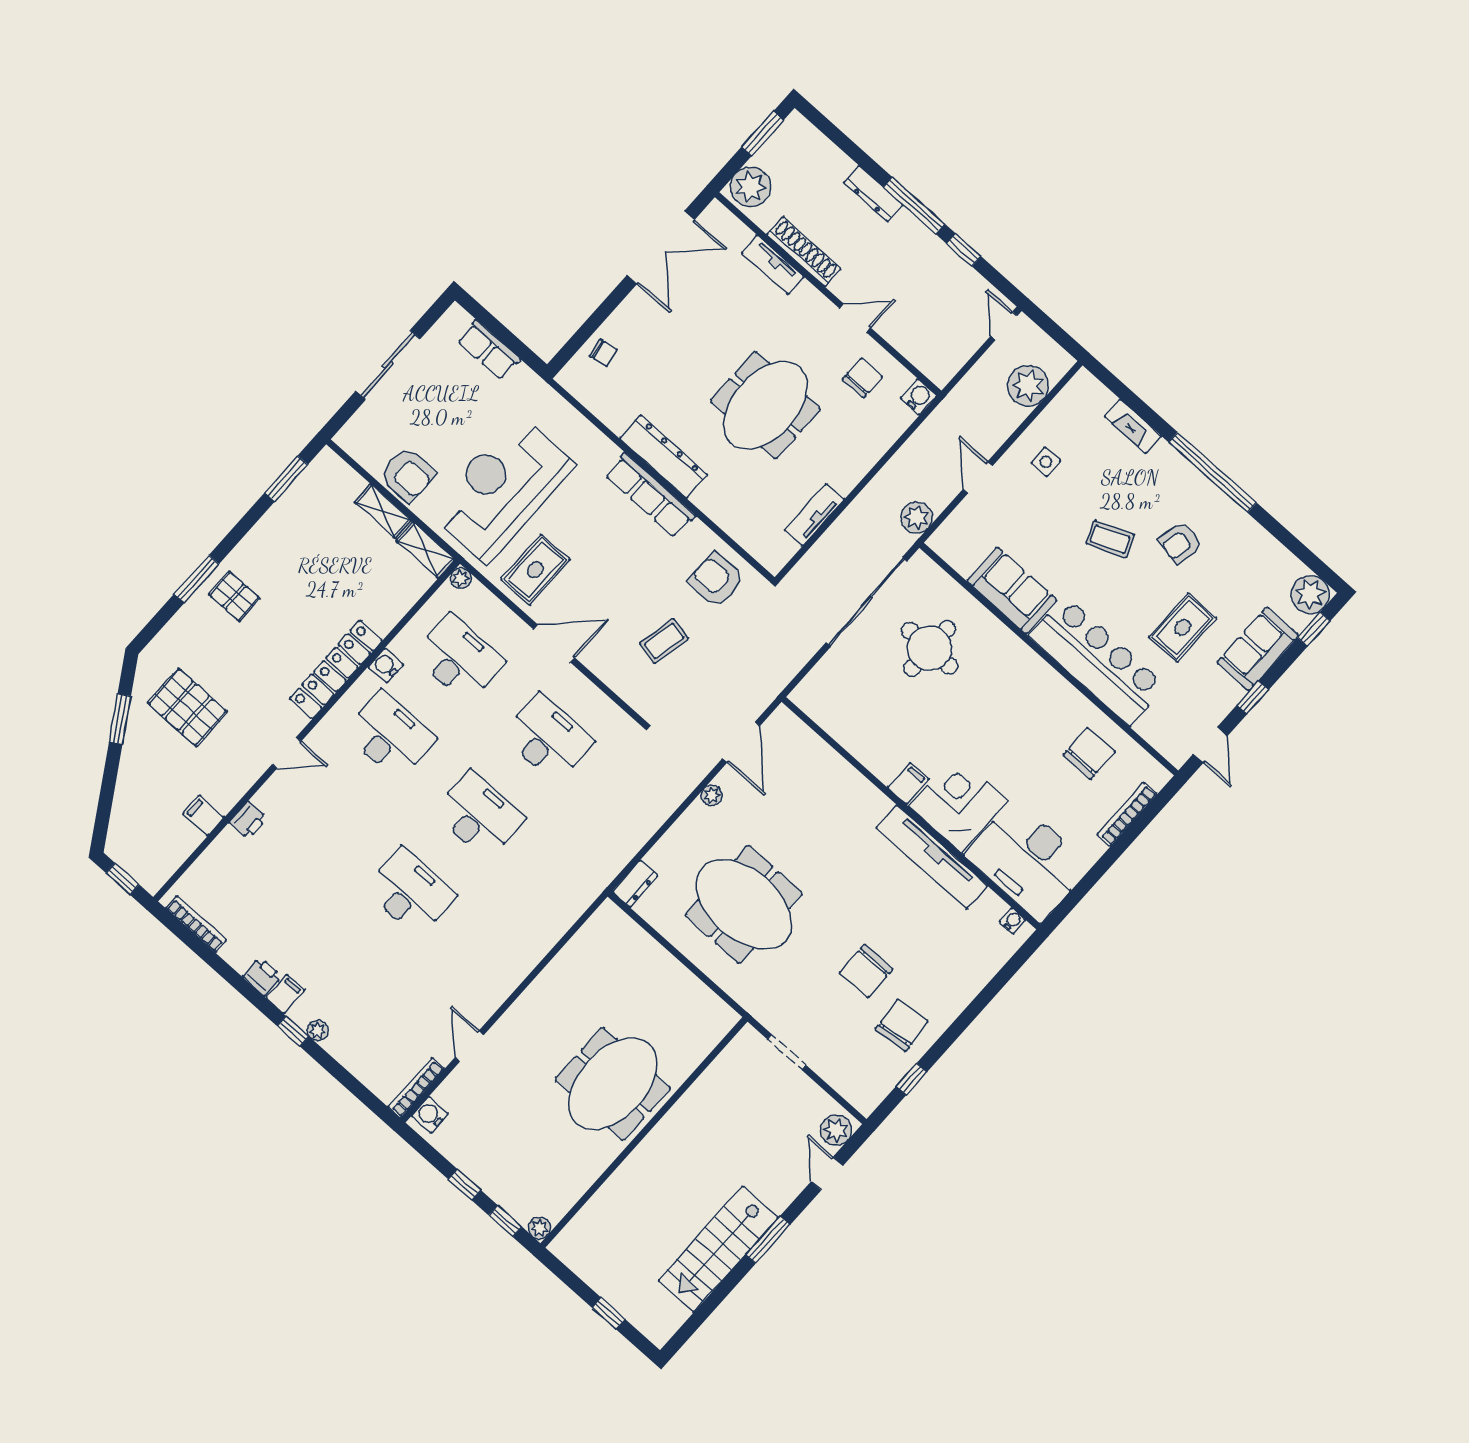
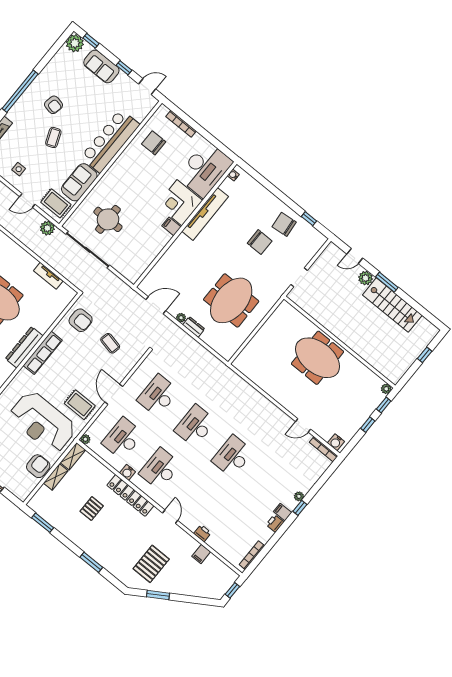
armchair: (716, 580) -> (81, 320), turned -90
pallet: (234, 596) -> (92, 509), moved
rug: (1183, 627) -> (56, 203), moved
dresser: (635, 884) -> (194, 327), moved
plant: (836, 1130) -> (366, 278), moved

